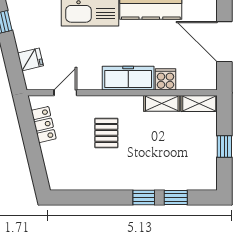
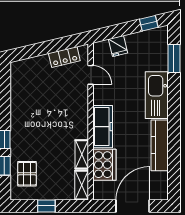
cooker: (165, 79) -> (104, 165), width x1.87, depth x1.31
pallet: (106, 133) -> (27, 174), moved, turned 90

